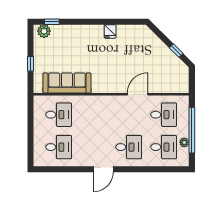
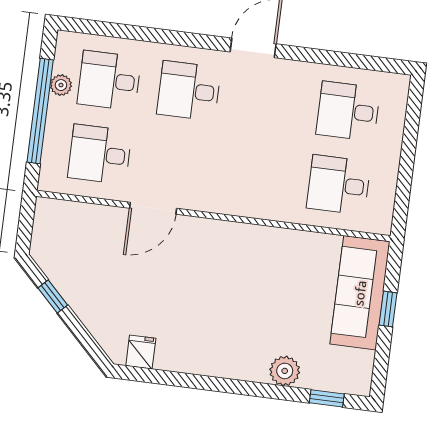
plant: (44, 31) -> (285, 371), moved
fridge: (110, 31) -> (141, 352), moved
sofa: (67, 83) -> (360, 293), moved, turned 90

